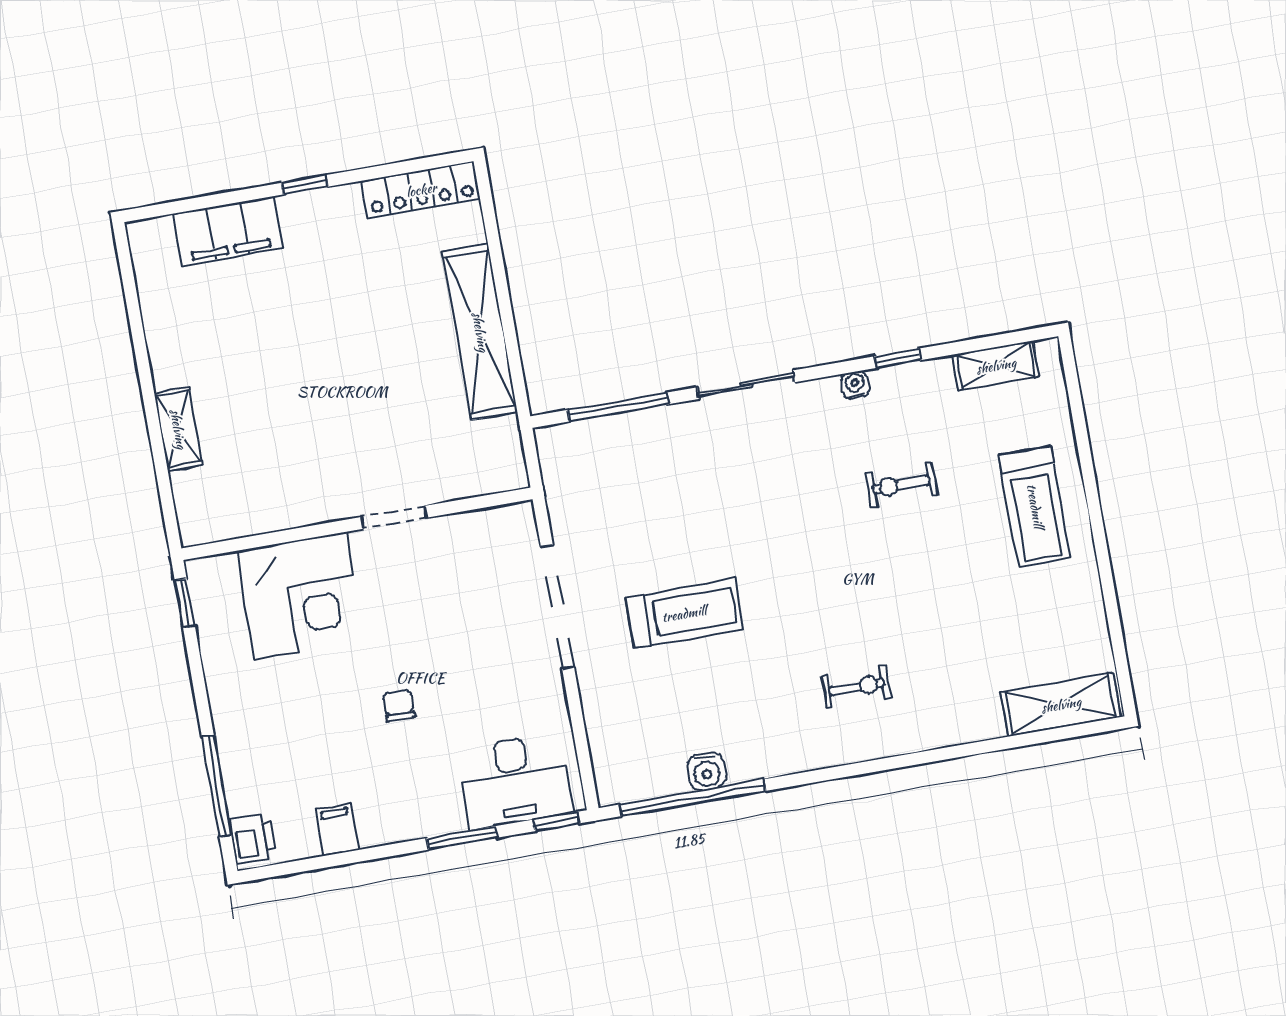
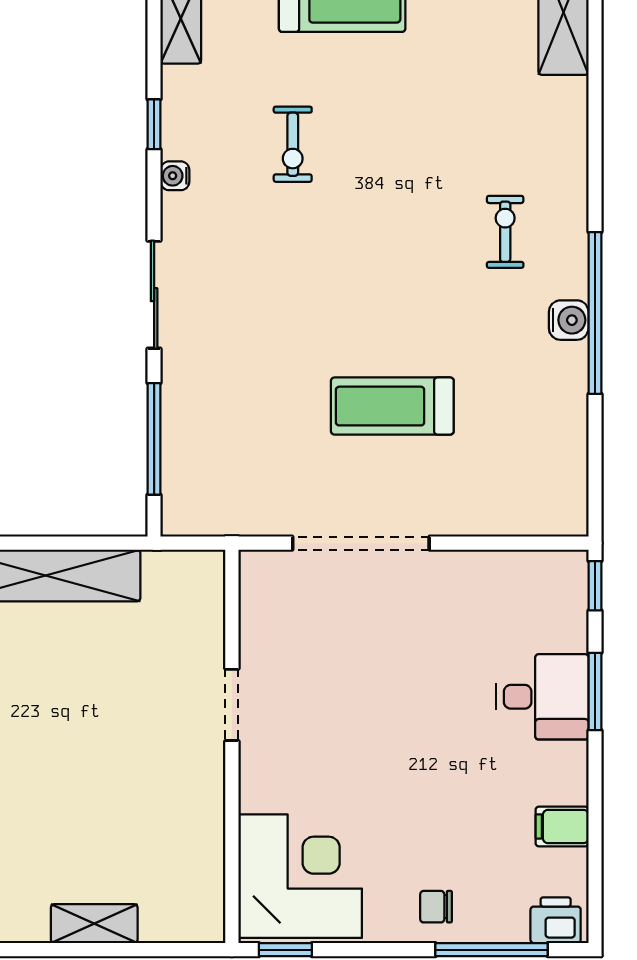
corner desk: (301, 596) -> (300, 876), moved
treadmill: (684, 614) -> (392, 406), turned -90
chair: (399, 705) -> (436, 907), moved
water cooler: (707, 771) -> (569, 320), moved
desk: (515, 781) -> (543, 697), moved, width x0.73
window: (693, 798) -> (595, 313), moved

